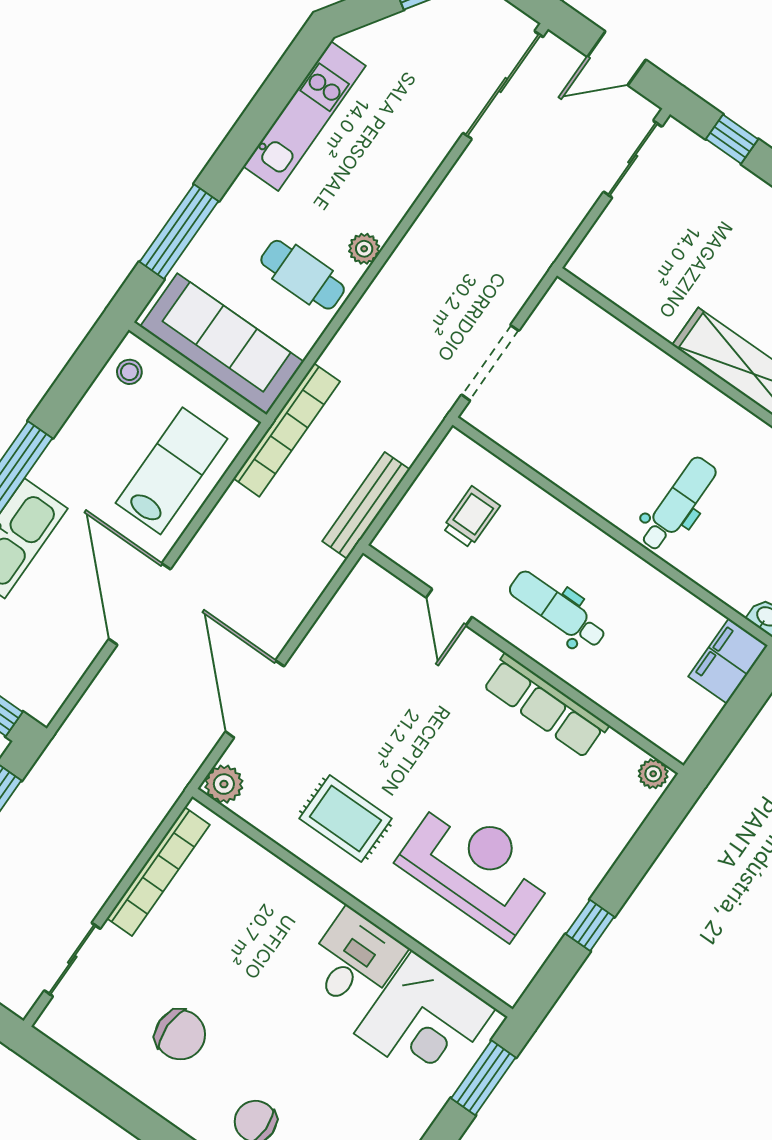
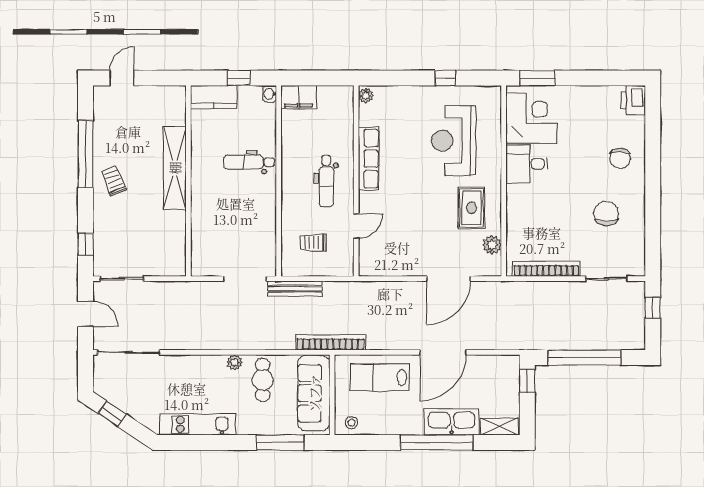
bench: (366, 505) -> (295, 288), moved
plant: (224, 784) -> (492, 245), moved

